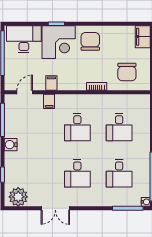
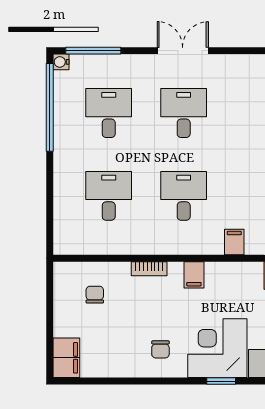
chair: (90, 41) -> (160, 349), width x0.54, depth x0.54
chair: (127, 72) -> (95, 295), width x0.54, depth x0.54
filing cabinet: (51, 83) -> (194, 275), moved
double door: (55, 208) -> (183, 51), moved

